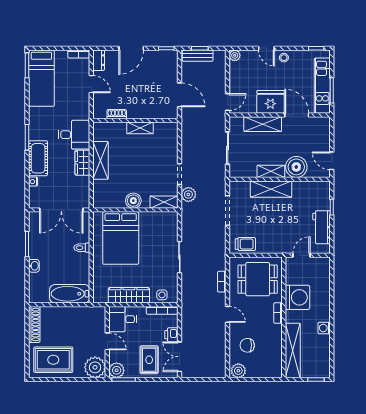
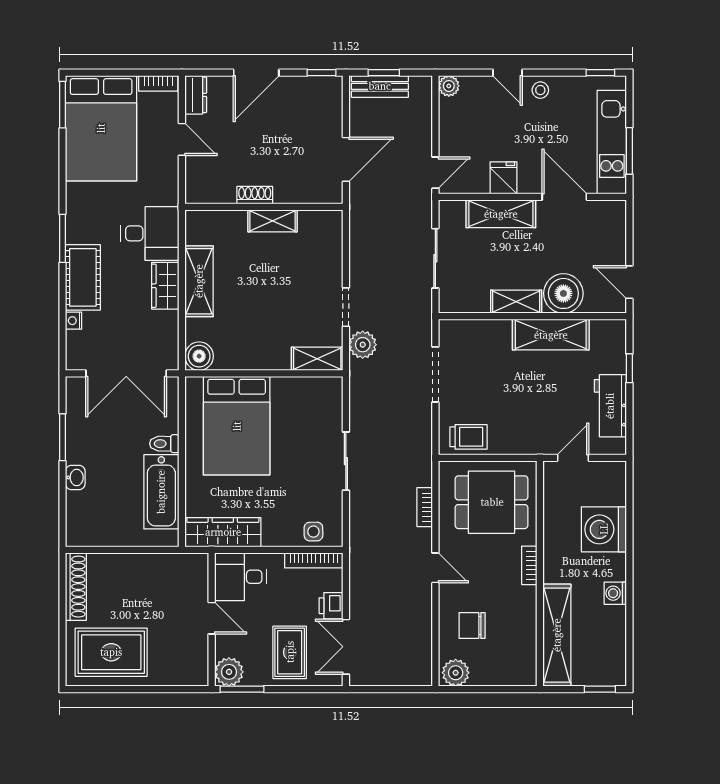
bed: (41, 78) -> (101, 128), width x1.50
door: (179, 95) -> (346, 159), hinge flipped
fridge: (270, 102) -> (503, 178), width x0.53, depth x0.75
shoe rack: (117, 114) -> (255, 195), moved
shelving: (271, 189) -> (551, 335), moved
boiler: (133, 201) -> (199, 356), moved
bathtub: (70, 294) -> (161, 492), moved, turned -90
wardrobe: (129, 295) -> (223, 532), moved
washing machine: (297, 297) -> (604, 529), moved, turned 180
plant: (95, 367) -> (189, 666), removed

